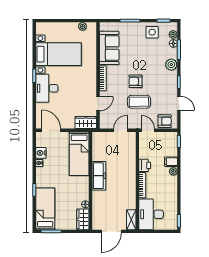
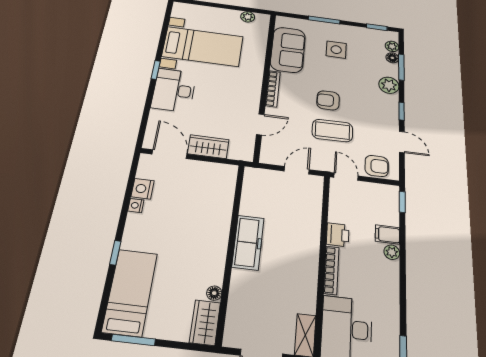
side table: (152, 32) -> (336, 50), moved
wardrobe: (86, 123) -> (208, 147), moved
bed: (79, 154) -> (215, 199), removed

